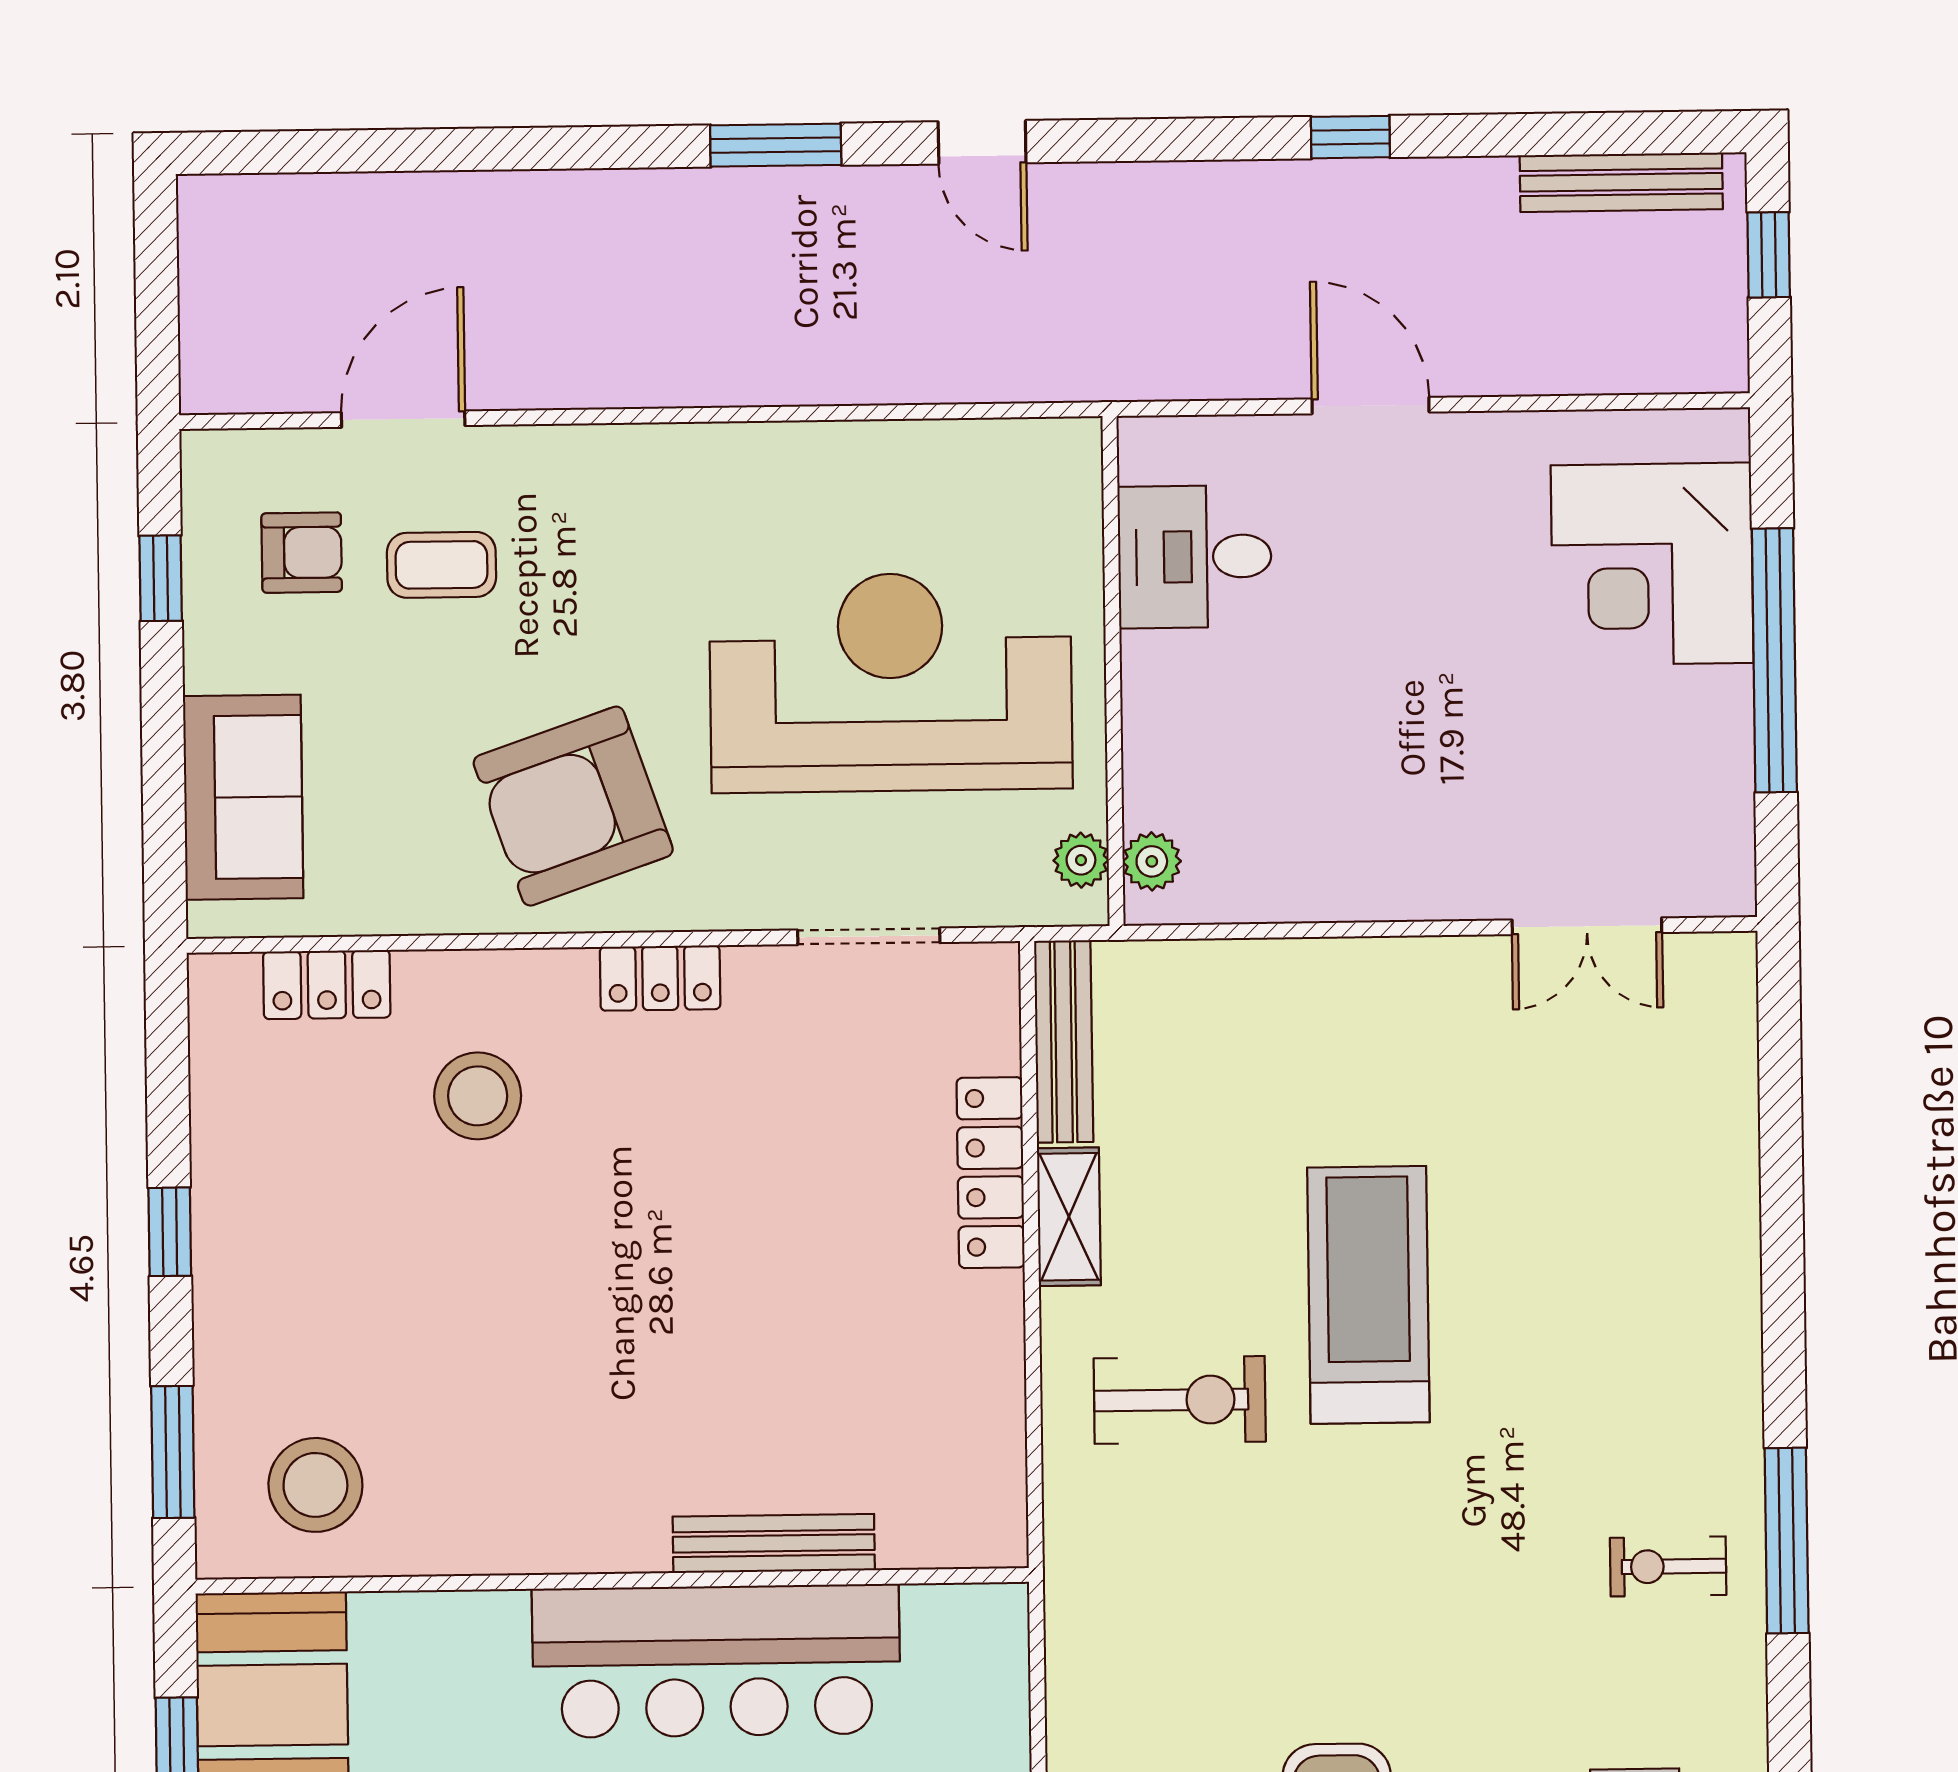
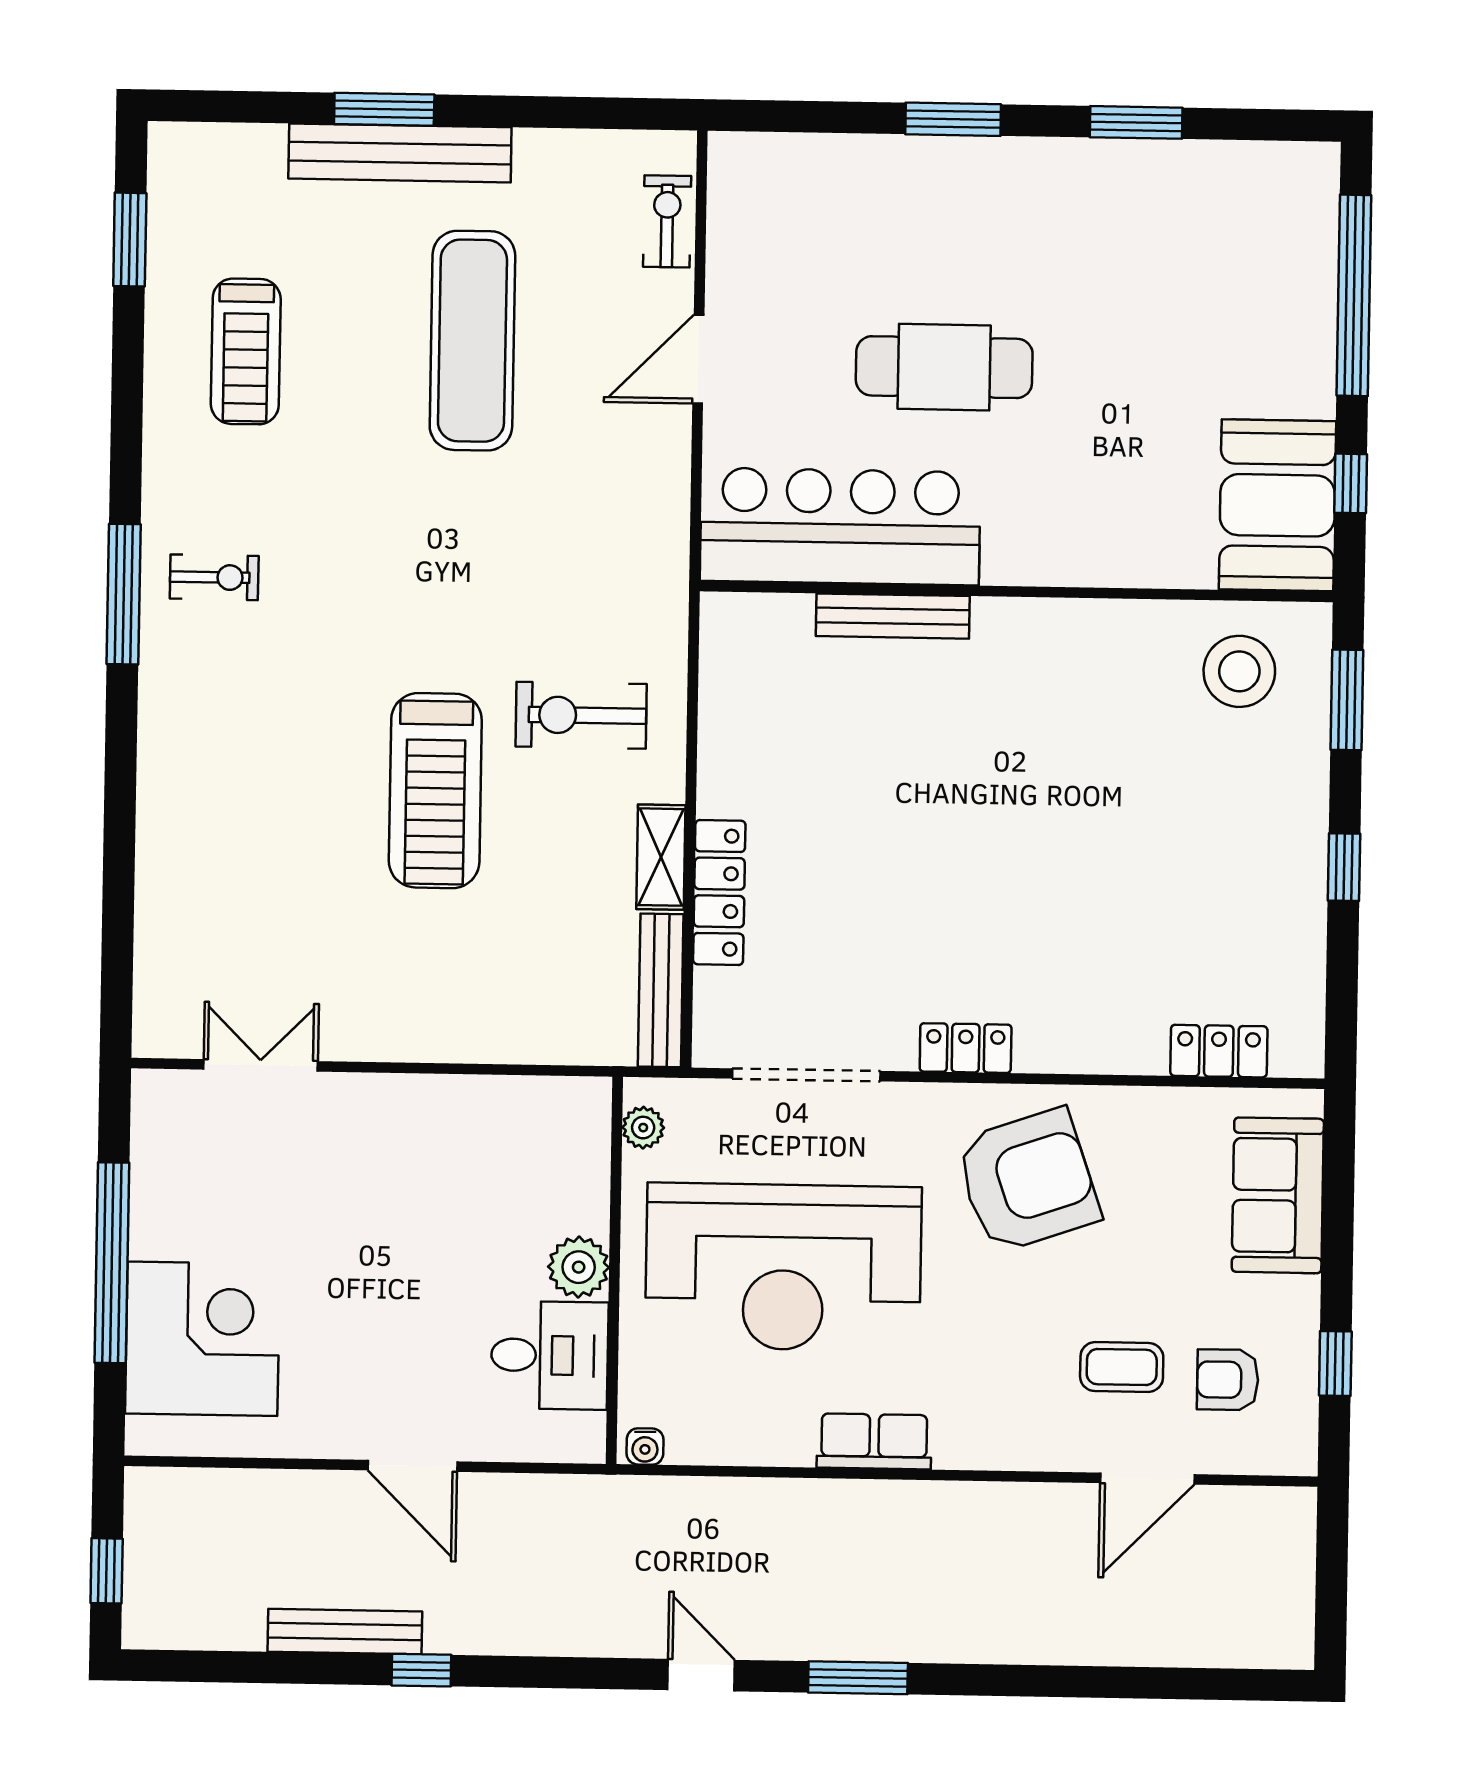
bench: (1621, 182) -> (345, 1632), moved
water cooler: (1065, 441) -> (645, 1447), added
row of seats: (764, 457) -> (874, 1441), added
plant: (1152, 861) -> (579, 1267), moved, width x1.38, depth x1.38
doorway: (869, 936) -> (806, 1075), width x1.36
stool: (478, 1096) -> (1107, 963), removed
bar counter: (716, 1661) -> (840, 526), moved

